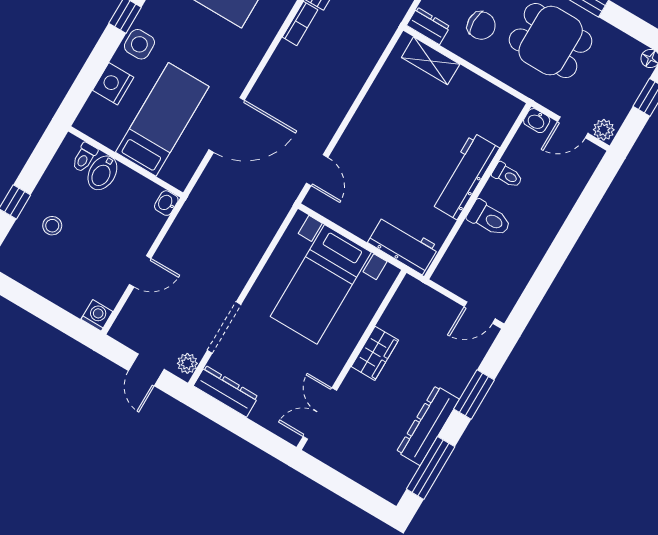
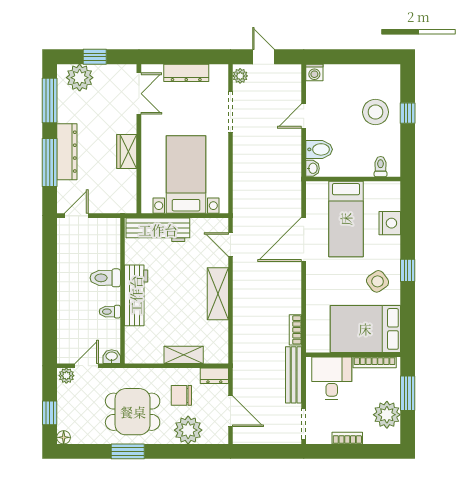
side table: (139, 44) -> (378, 281), moved, turned -36
shelving: (431, 61) -> (184, 355), moved
shelving: (367, 121) -> (218, 294), added
bidet: (102, 173) -> (319, 149), moved, turned 90
stool: (52, 226) -> (375, 112), width x1.89, depth x1.89
workbench: (403, 245) -> (158, 230), width x1.38
dresser: (226, 391) -> (186, 73), moved
window: (474, 394) -> (50, 162), width x1.44
dresser: (428, 426) -> (67, 152), moved
plant: (379, 474) -> (80, 78), added
window: (346, 488) -> (95, 57), added

